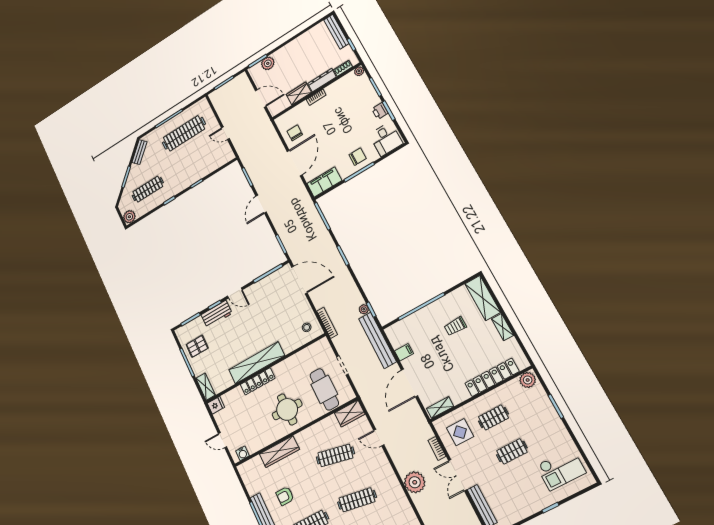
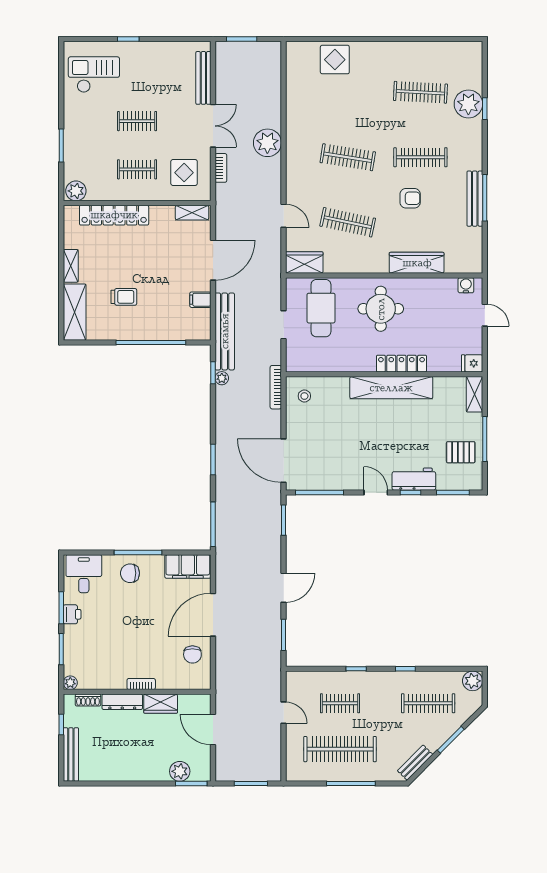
clothes rail: (196, 159) -> (340, 703), added
armchair: (285, 496) -> (410, 198), moved

